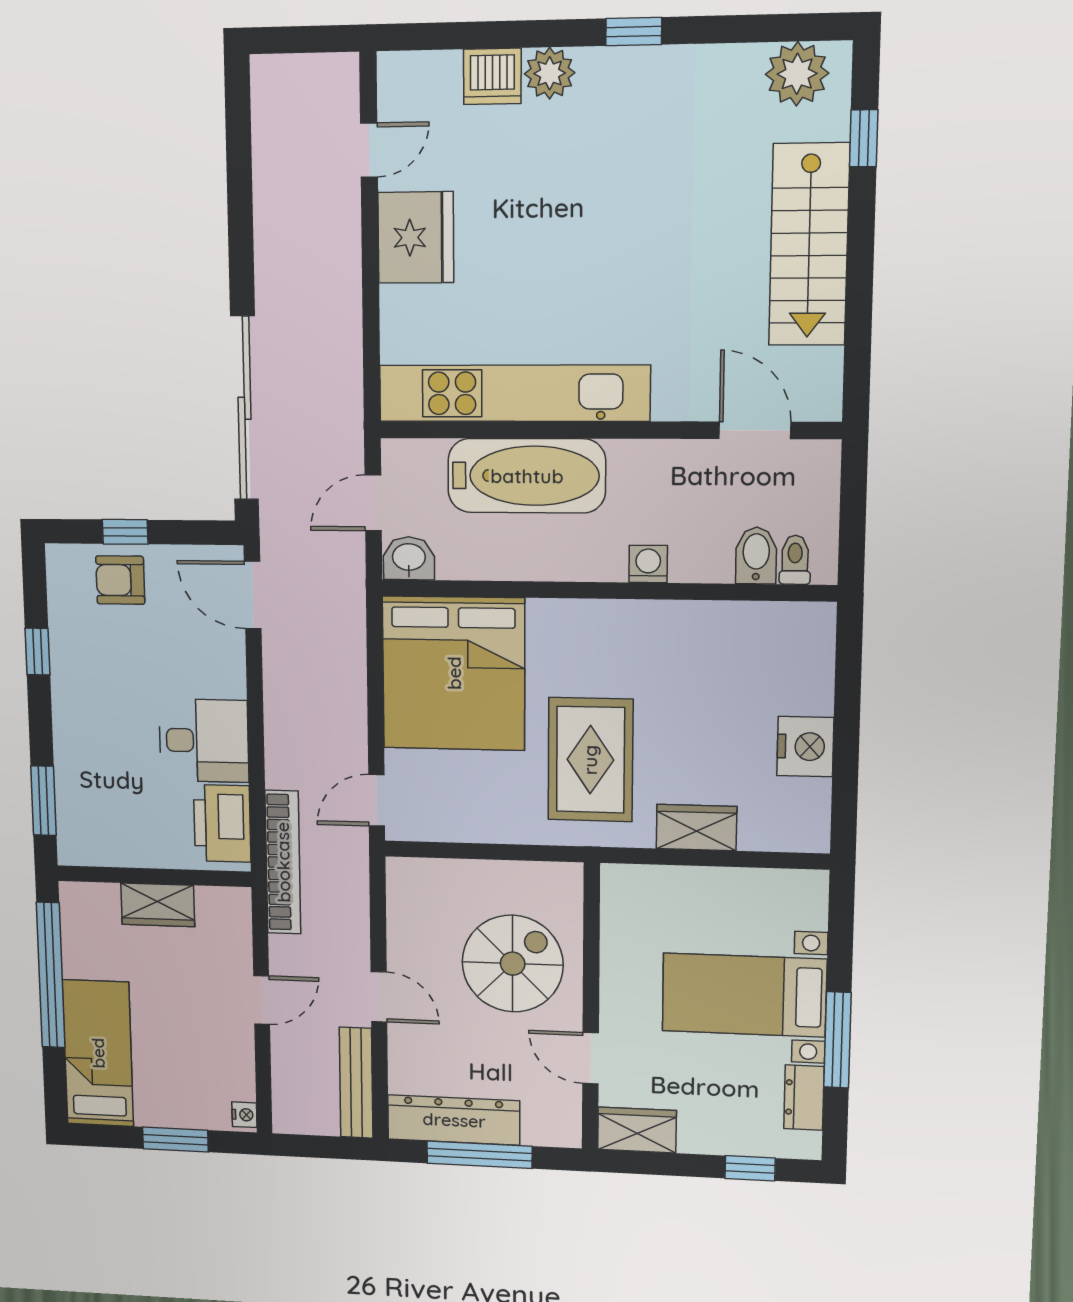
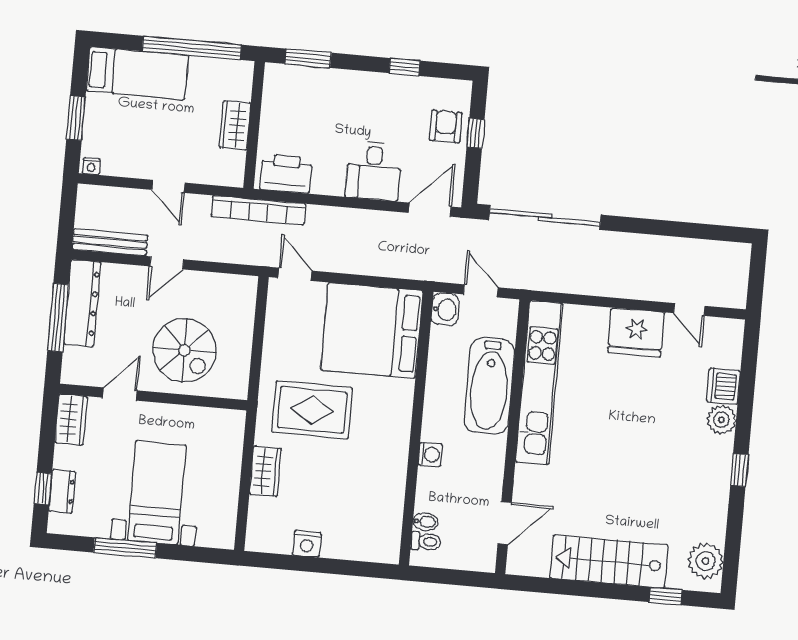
bidet: (756, 555) -> (426, 522), width x0.72, depth x0.74
desk: (204, 741) -> (373, 171), moved
nightstand: (805, 747) -> (307, 544), width x0.74, depth x0.75
dresser: (804, 1098) -> (62, 491), moved, turned 90

